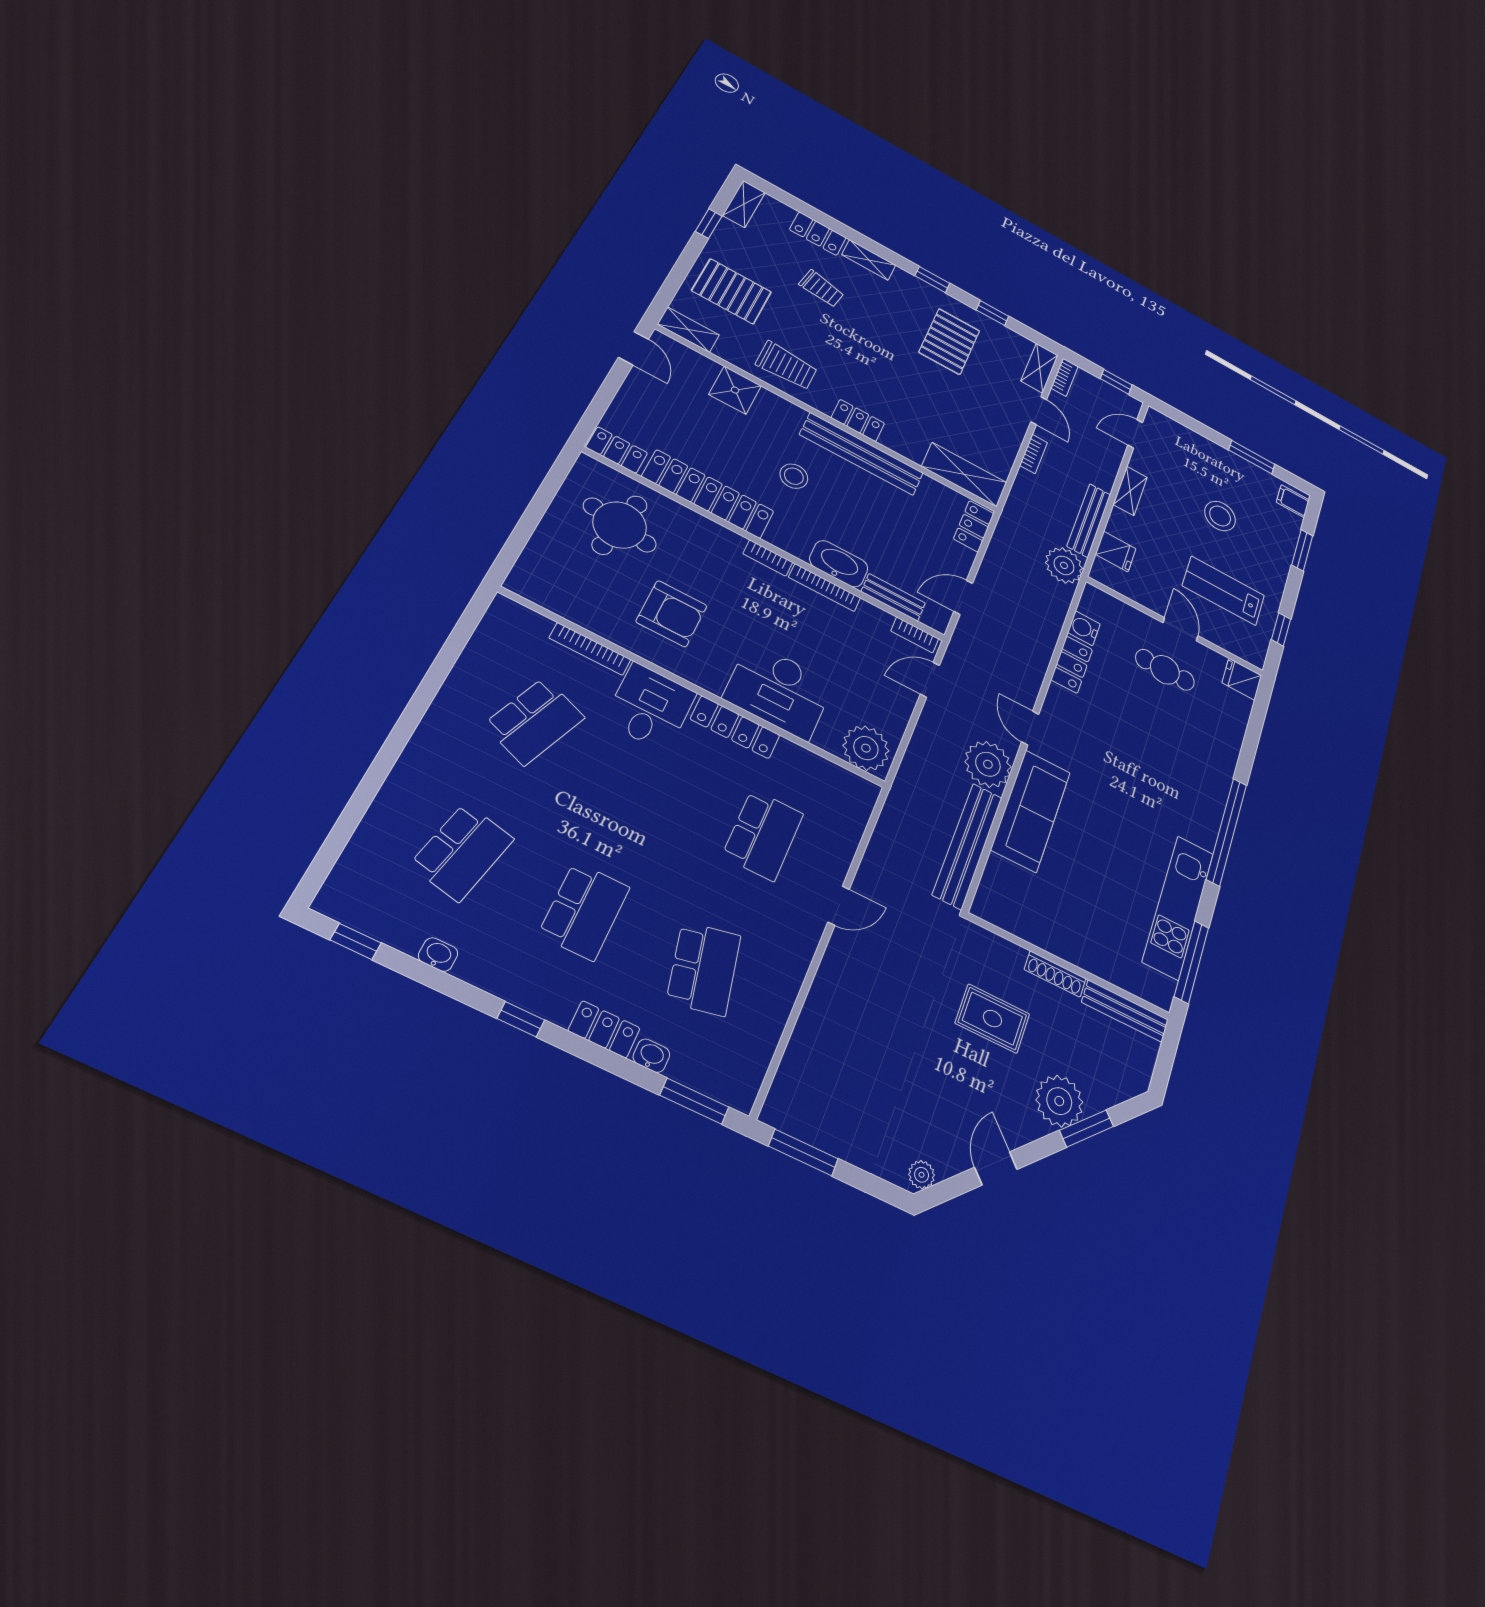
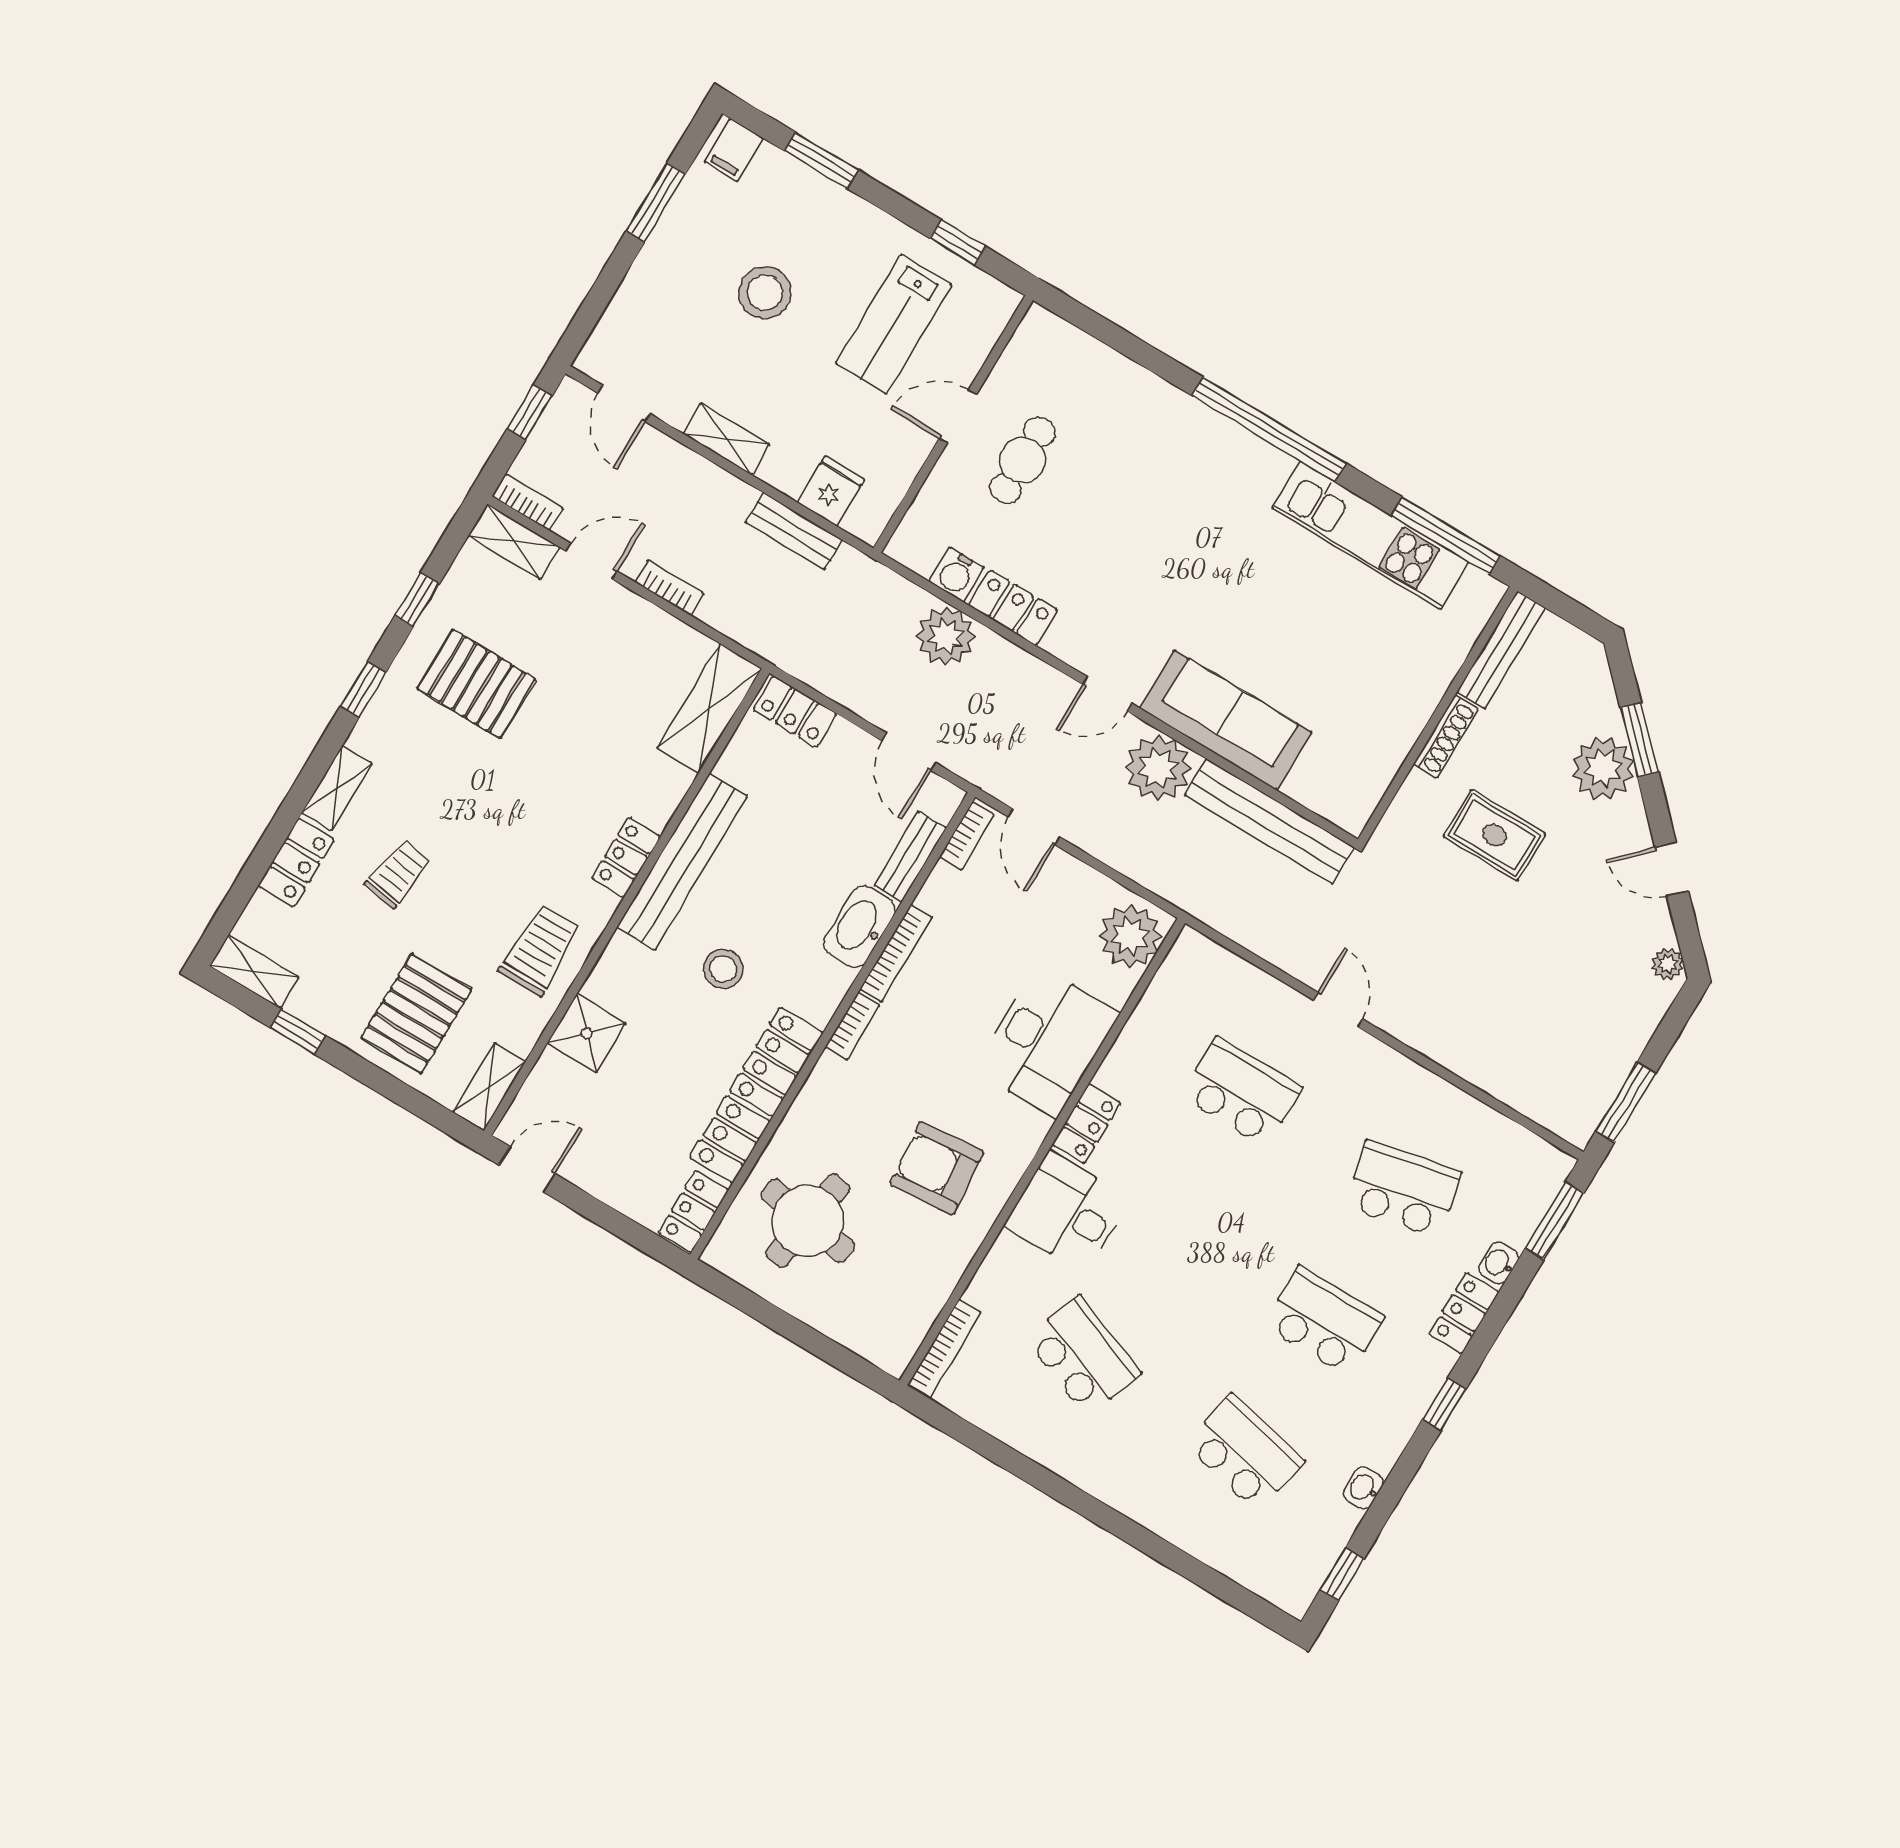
bench: (1089, 520) -> (794, 531), width x0.73
plant: (1064, 565) -> (946, 636), moved
armchair: (672, 614) -> (937, 1168), turned -95
bookcase: (590, 649) -> (944, 1349), moved
fridge: (1242, 679) -> (1038, 335), removed
locker: (735, 727) -> (1086, 1124), width x0.66
rug: (992, 1019) -> (1494, 835), turned 90

